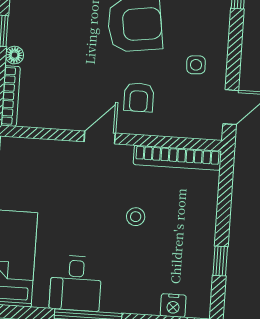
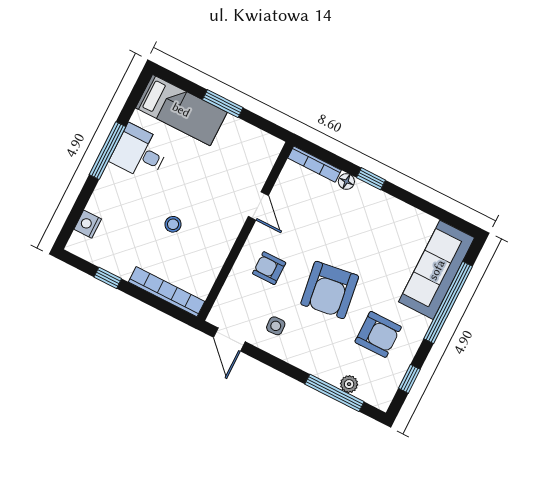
door: (100, 137) -> (258, 206), moved
bookcase: (177, 158) -> (167, 292), moved, turned 90

